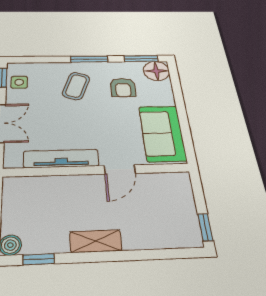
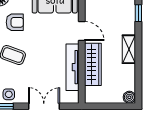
wardrobe: (67, 187) -> (93, 64), added
window: (39, 259) -> (138, 13), moved

